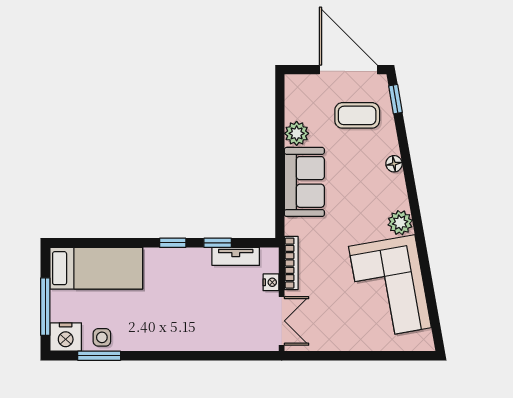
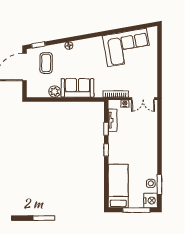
plant: (400, 223) -> (97, 43), removed
double door: (282, 321) -> (143, 99), swing flipped

